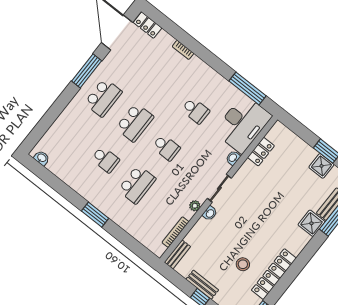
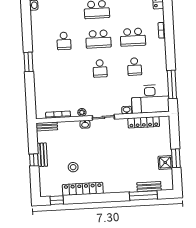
locker: (261, 152) -> (144, 122), width x1.53
school desk: (137, 184) -> (133, 37), moved
shower: (311, 223) -> (129, 185), removed

